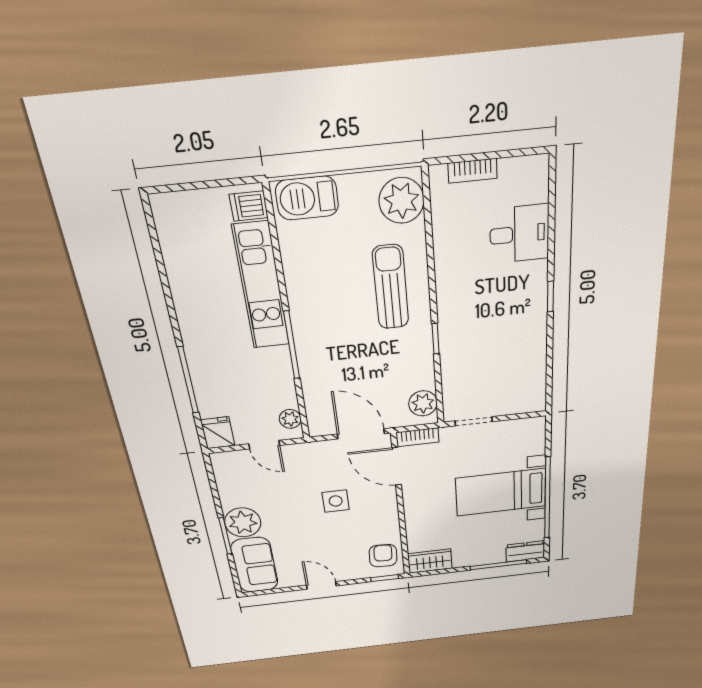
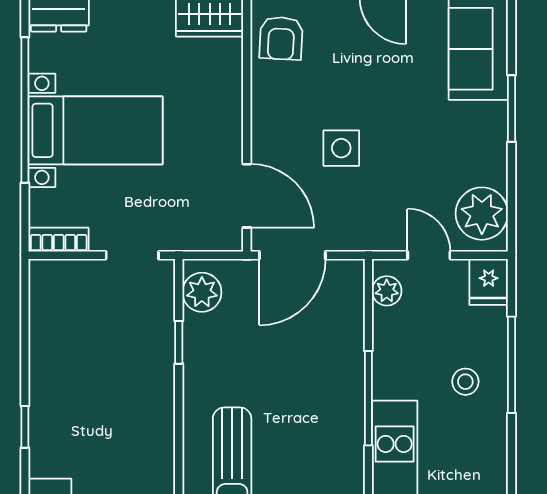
window: (436, 339) -> (179, 342), moved
stool: (220, 365) -> (465, 382), added
door: (361, 434) -> (292, 255), hinge flipped
bookcase: (417, 437) -> (59, 240), moved
plant: (243, 522) -> (482, 214), moved

